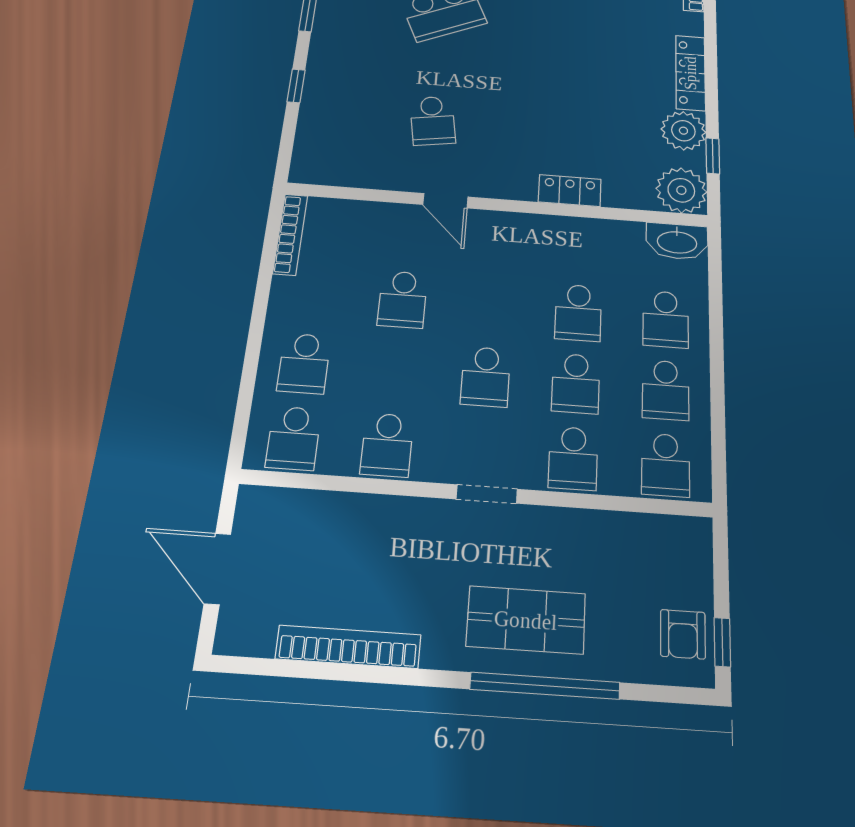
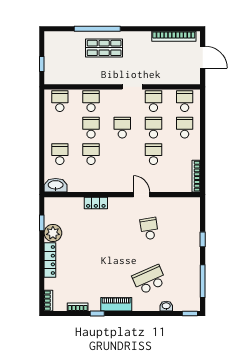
plant: (681, 190) -> (54, 207), removed
school desk: (666, 390) -> (153, 128), moved
doorway: (487, 494) -> (132, 87), moved
armchair: (683, 634) -> (54, 47), removed
window: (722, 642) -> (42, 64), moved
bookcase: (348, 647) -> (174, 36), moved

